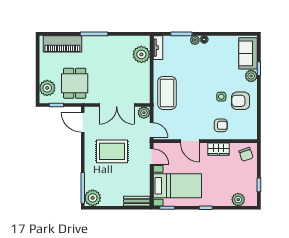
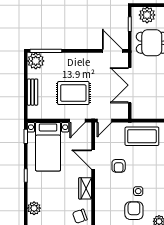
plant: (144, 113) -> (122, 113), removed
door: (83, 122) -> (112, 51), hinge flipped
armchair: (221, 125) -> (119, 166), moved
door: (190, 141) -> (93, 159), hinge flipped
rug: (112, 151) -> (73, 93), moved, turned 90
bench: (137, 201) -> (33, 92), moved

